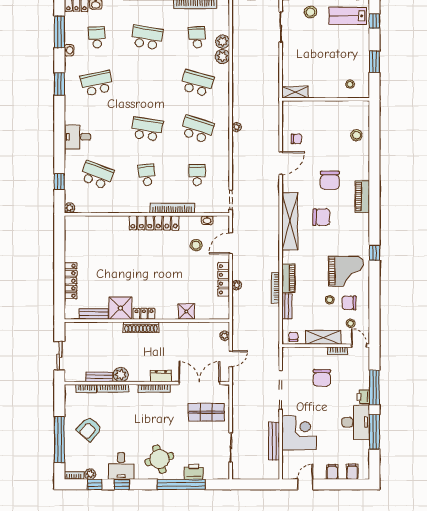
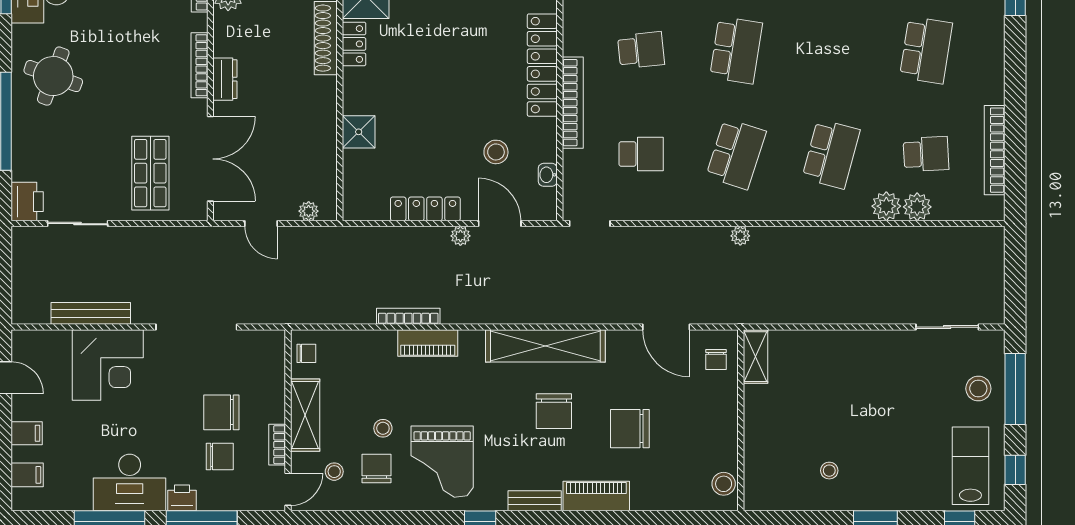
shelving: (295, 92) -> (756, 357), moved
wall: (326, 99) -> (741, 420), moved
plant: (237, 285) -> (460, 236), moved
bench: (287, 306) -> (535, 501), moved
chair: (343, 379) -> (220, 456), added
round table: (159, 459) -> (53, 76), turned 36
printer: (194, 472) -> (27, 202), moved

